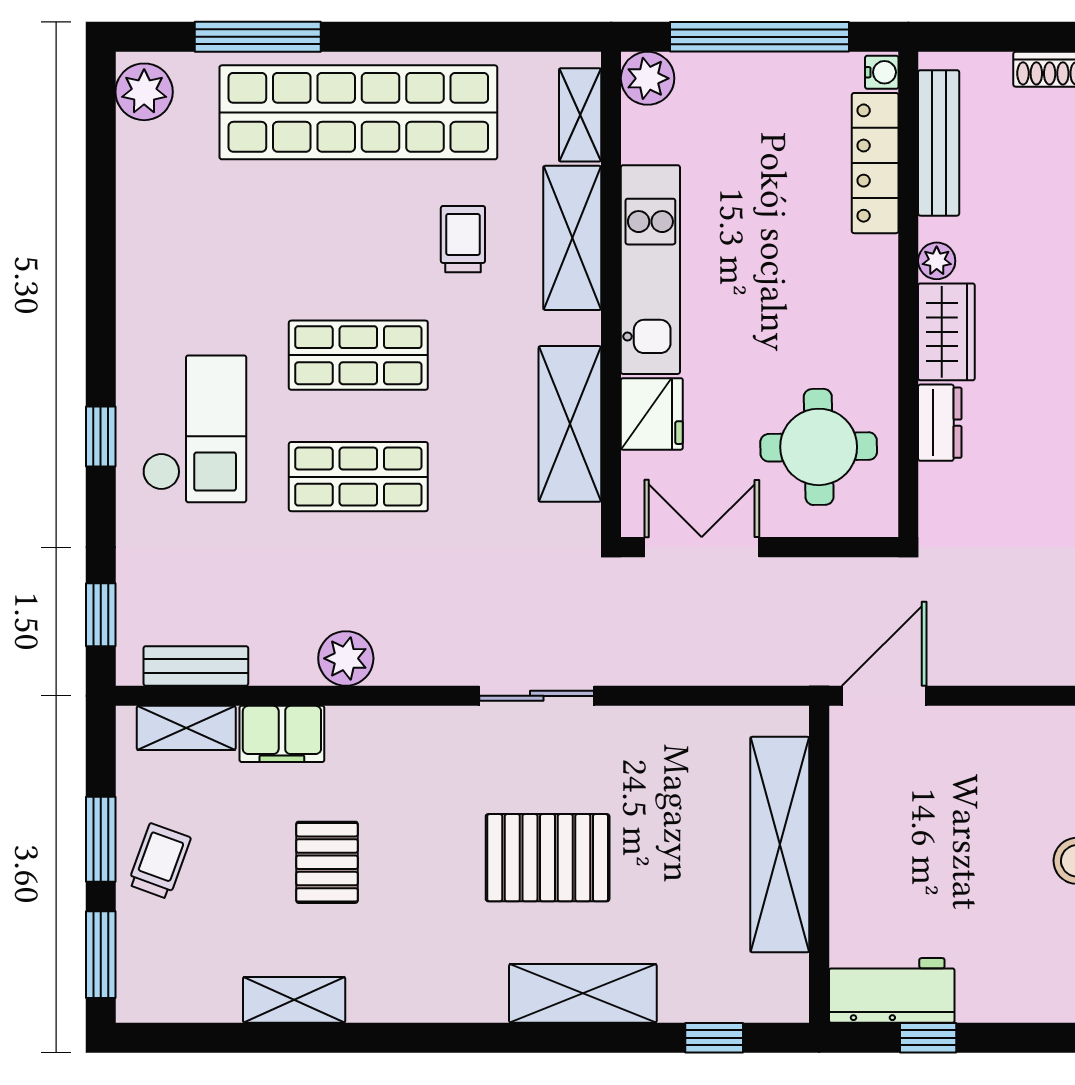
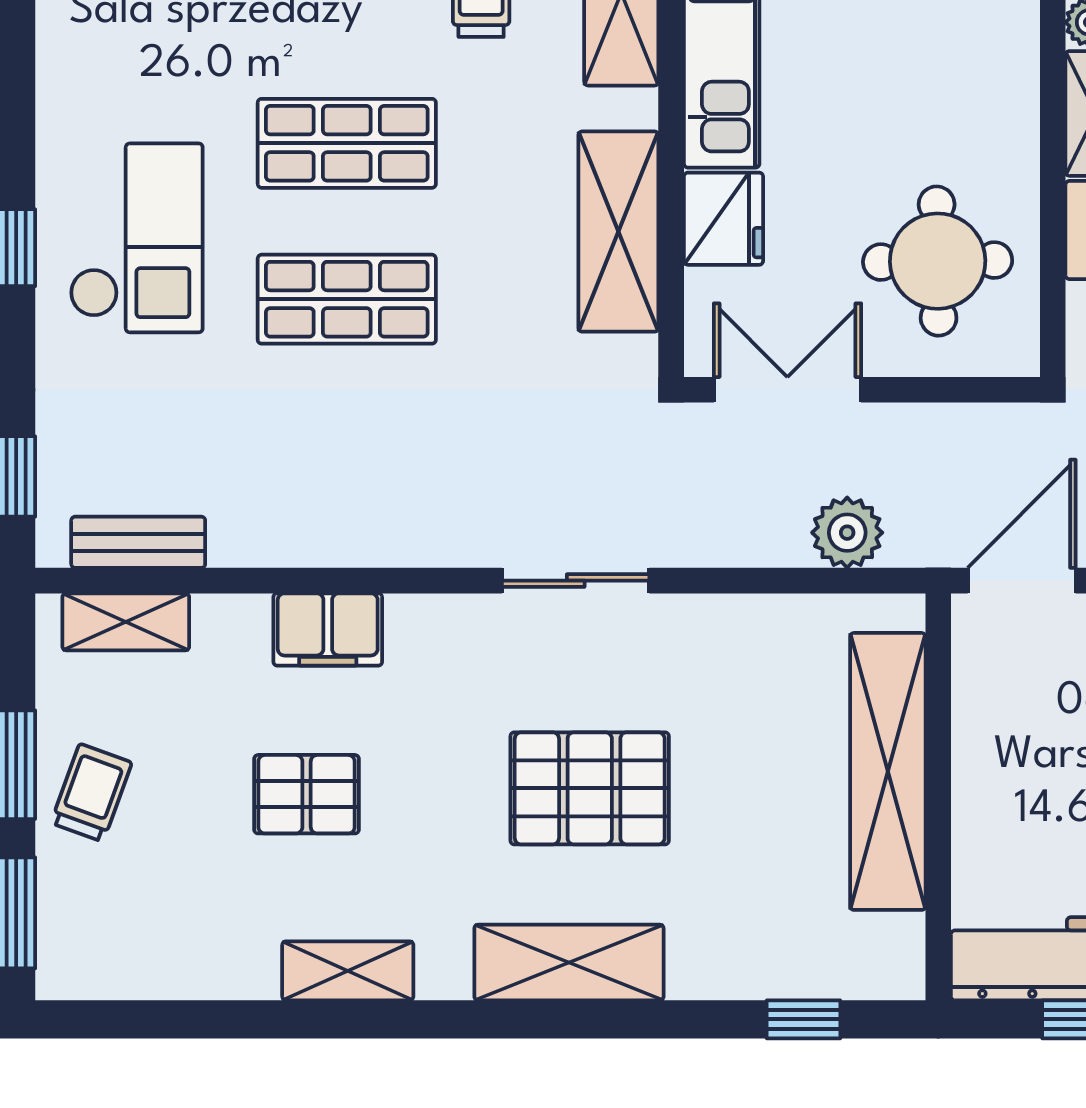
plant: (346, 658) -> (847, 533), moved
filing cabinet: (282, 734) -> (328, 629), moved
pallet: (327, 862) -> (307, 794), turned 90
shelving: (583, 993) -> (569, 962), moved
shelving: (294, 1000) -> (348, 971), moved

